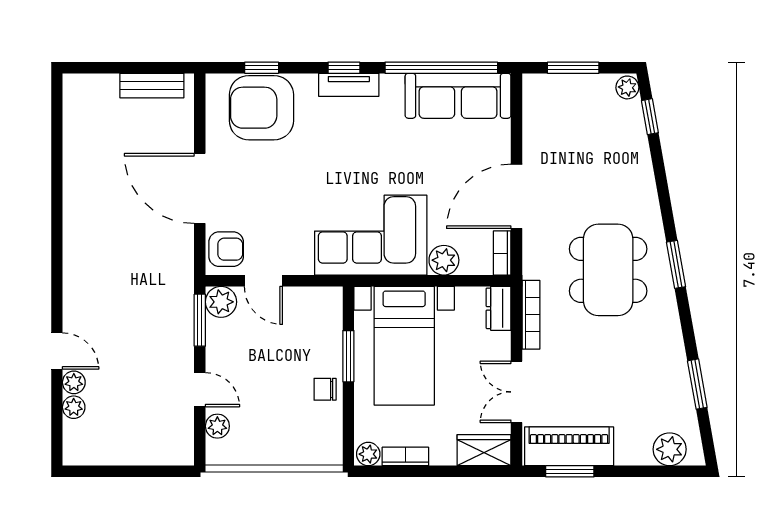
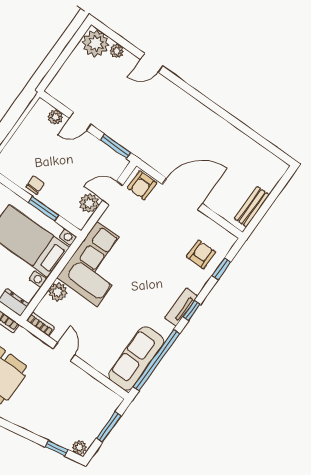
armchair: (261, 108) -> (201, 254), width x0.53, depth x0.53
door: (517, 196) -> (64, 352), width x0.53
plant: (221, 302) -> (89, 203), moved
plant: (74, 382) -> (96, 44), moved, width x1.87, depth x1.87

